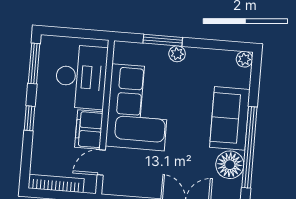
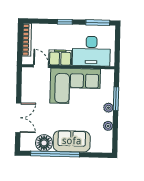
plant: (244, 59) -> (108, 126), moved

